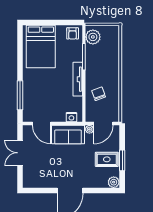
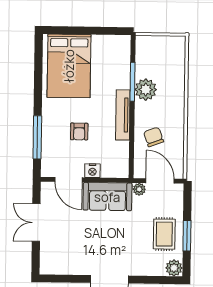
armchair: (73, 33) -> (79, 131), moved
plant: (93, 37) -> (146, 90), moved
nightstand: (71, 117) -> (92, 171), moved
door: (103, 123) -> (160, 181), swing flipped
rug: (107, 159) -> (164, 234), turned 90

